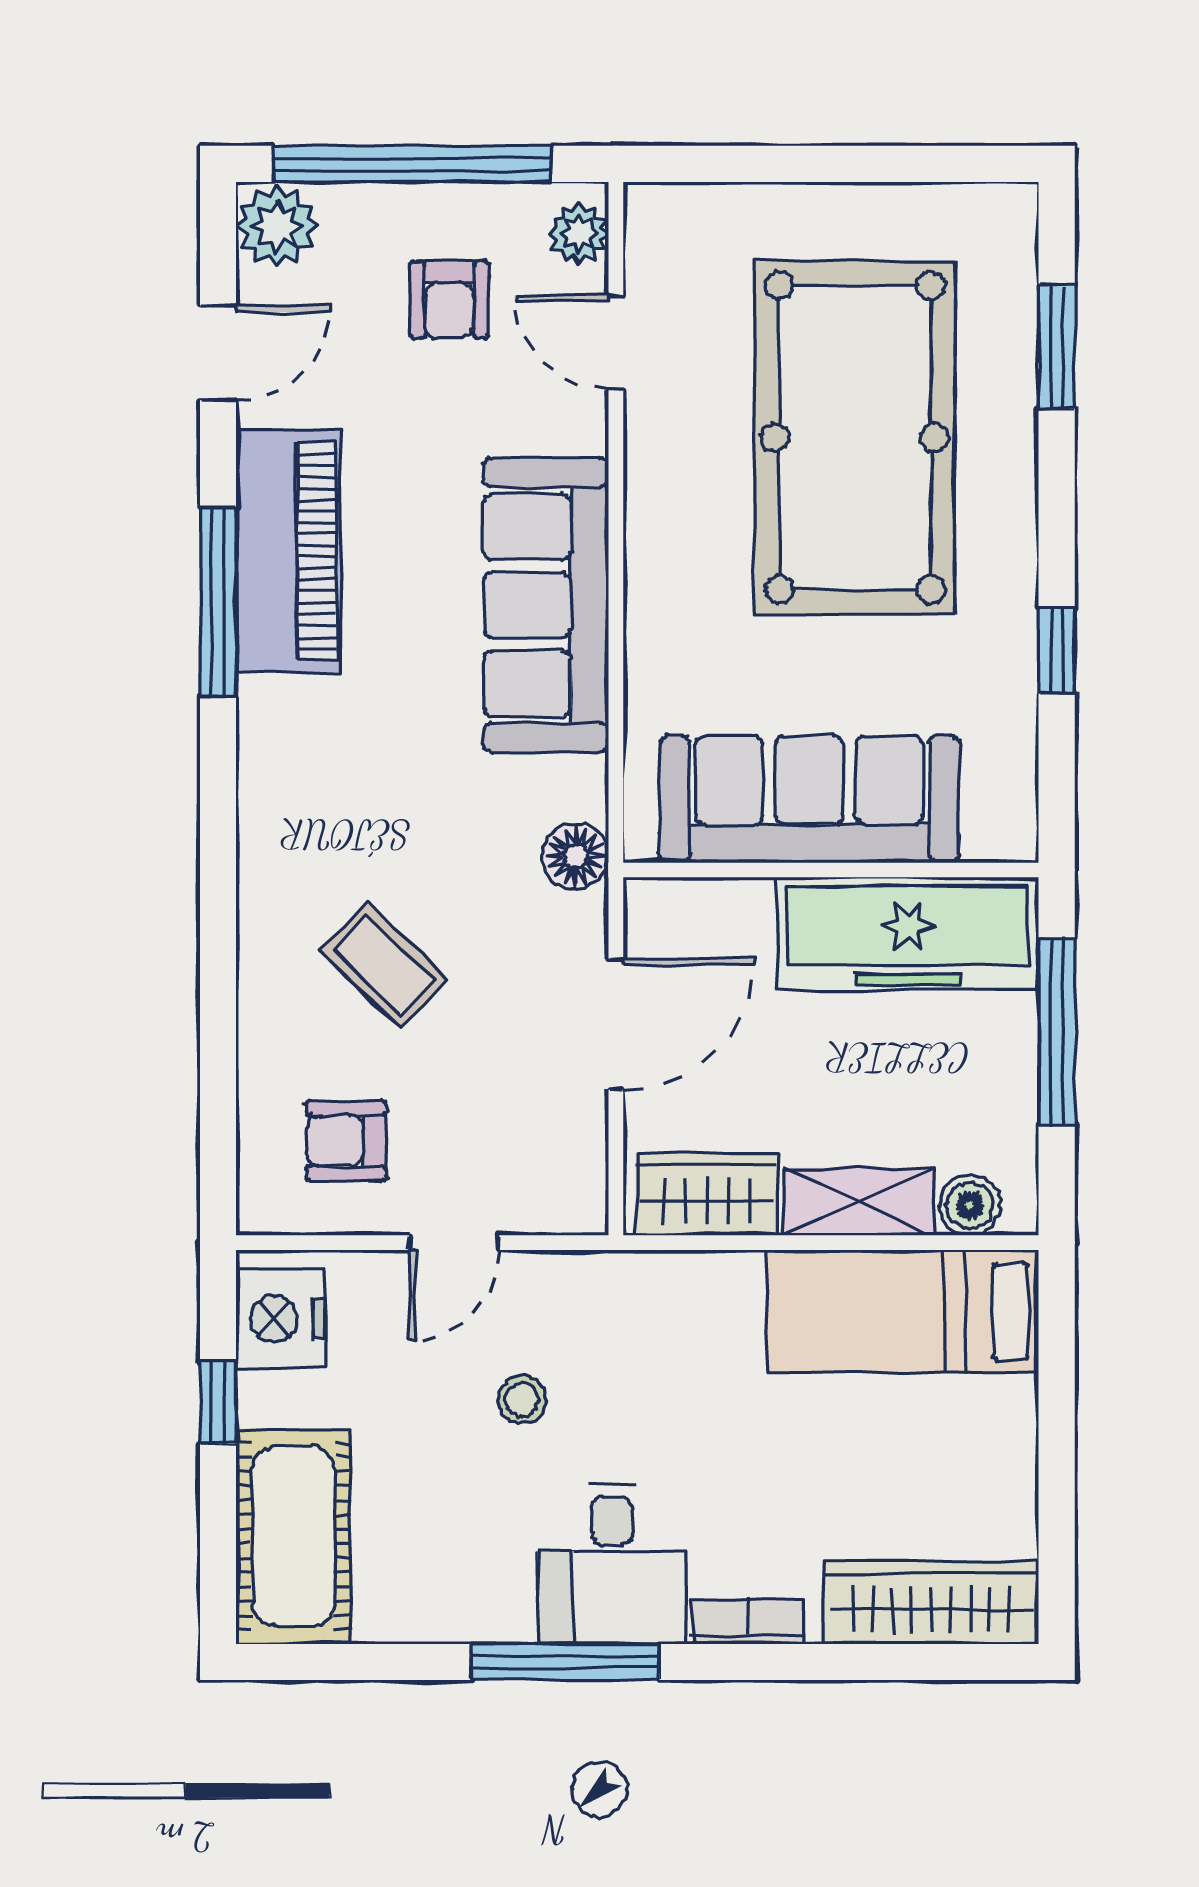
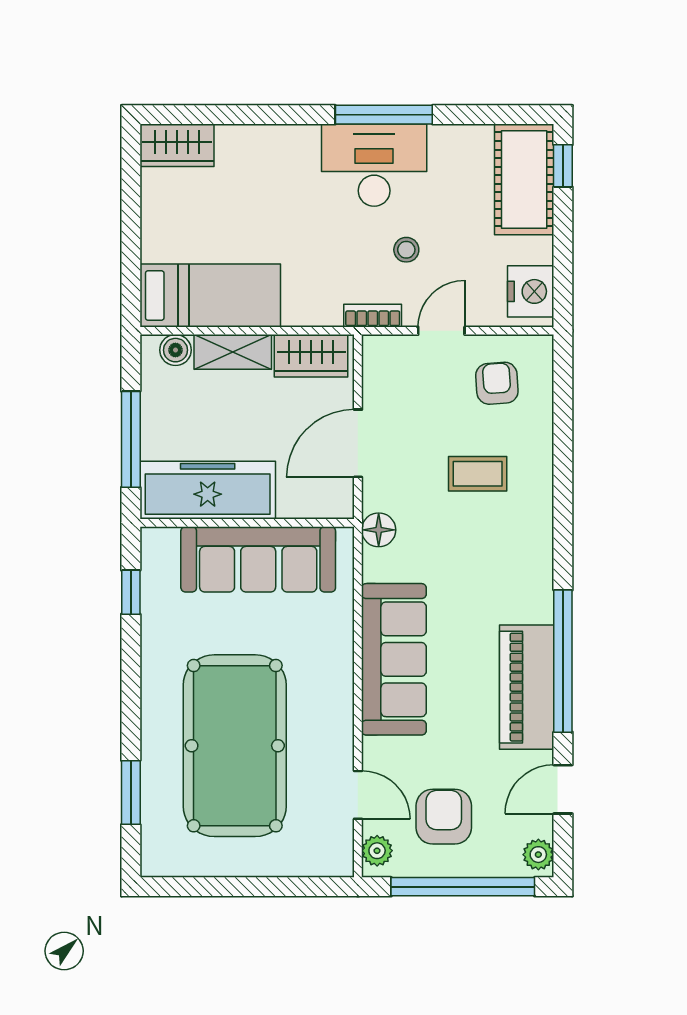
plant: (277, 226) -> (538, 855), width x0.73, depth x0.73
armchair: (449, 300) -> (444, 817), width x1.38, depth x1.38
window: (218, 602) -> (563, 661), width x1.46
window: (1057, 650) -> (131, 592), moved
coffee table: (384, 965) -> (478, 474), turned -44
armchair: (346, 1141) -> (497, 383), turned -94
window: (218, 1403) -> (563, 166), moved
desk: (612, 1564) -> (374, 165), width x1.37
wardrobe: (931, 1603) -> (177, 145), width x0.67
bookcase: (748, 1622) -> (373, 316), moved, turned 180

